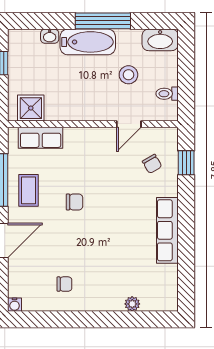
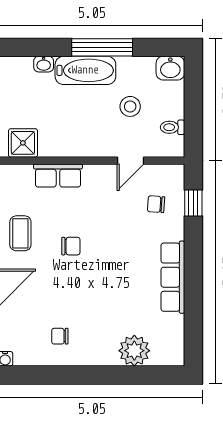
washbasin: (160, 40) -> (170, 68), width x0.72
row of seats: (41, 138) -> (58, 176), moved
chair: (152, 164) -> (156, 204), turned 124
chair: (64, 284) -> (60, 336), turned 180
plant: (132, 304) -> (134, 351), width x1.87, depth x1.87

